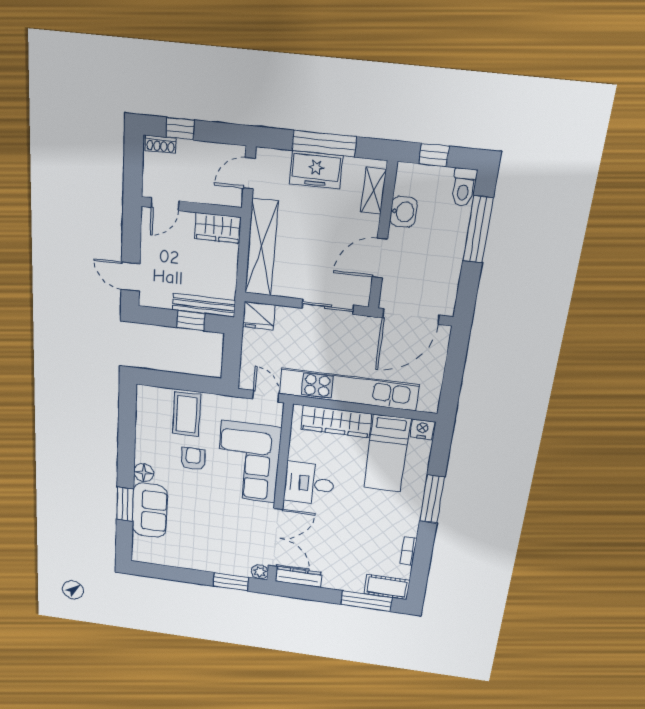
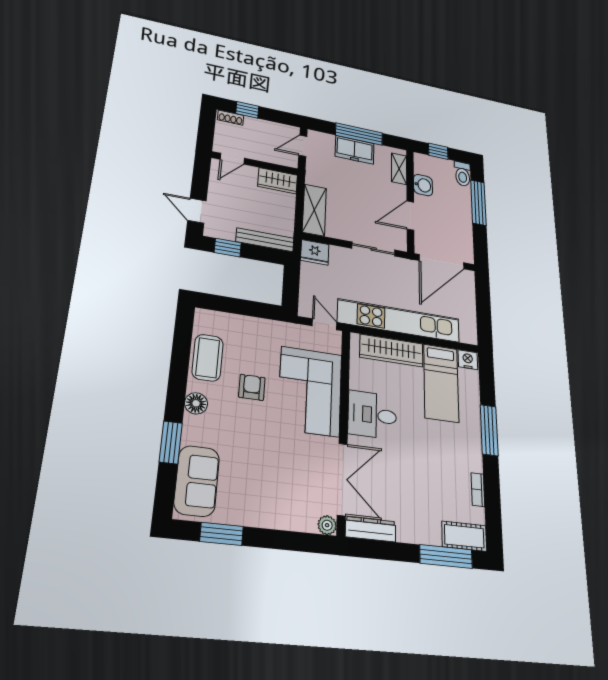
shelving: (261, 247) -> (314, 210), width x0.68
window: (191, 321) -> (228, 248), moved
coffee table: (187, 414) -> (208, 358), moved
sofa: (150, 510) -> (197, 481), moved
window: (231, 582) -> (222, 534), moved

